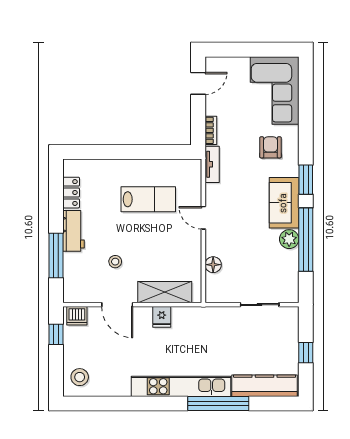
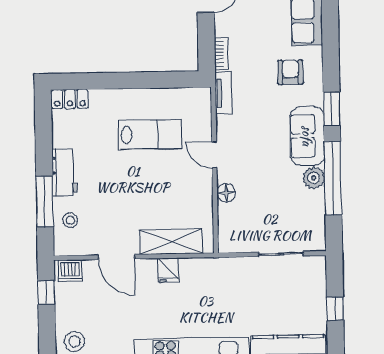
locker: (71, 193) -> (70, 99), moved, turned 90
stool: (115, 262) -> (70, 220), moved
floor lamp: (213, 265) -> (226, 193), moved

